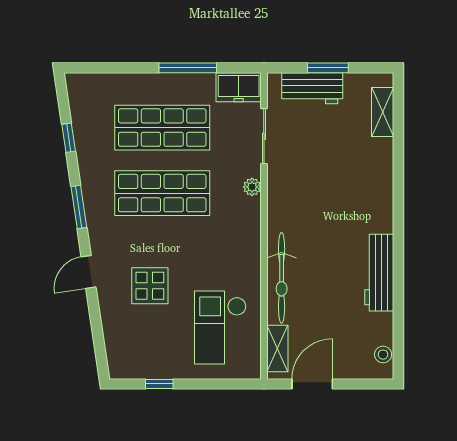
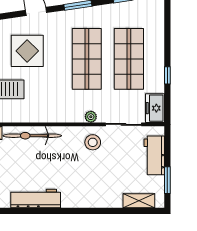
window: (188, 68) -> (167, 75), width x0.46
window: (328, 68) -> (167, 180), moved
stool: (292, 184) -> (93, 142), added
display table: (150, 286) -> (27, 51), width x1.36, depth x1.36

